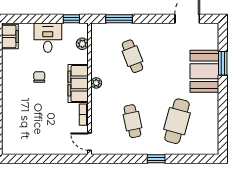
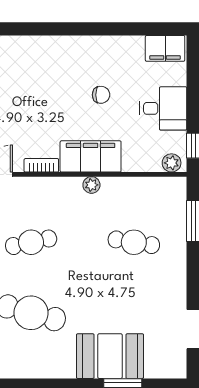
plant: (82, 44) -> (172, 163), moved
cafe table: (132, 56) -> (134, 242), turned 30

